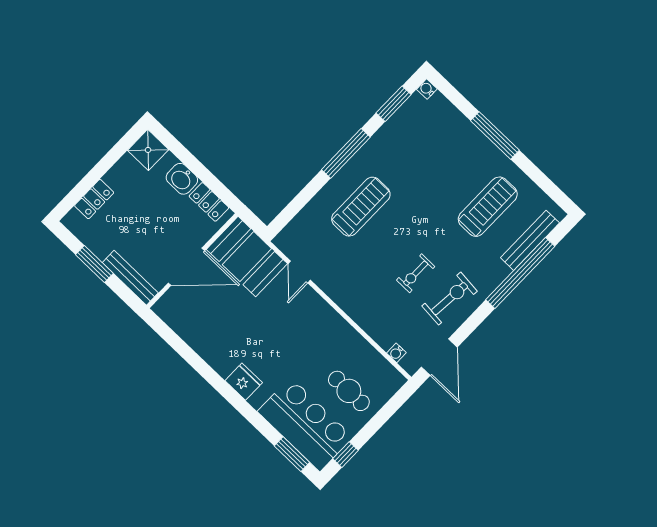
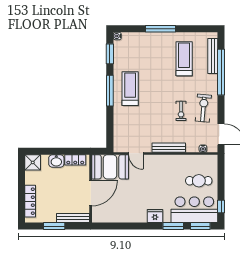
locker: (94, 199) -> (30, 201), width x1.53
treadmill: (361, 207) -> (130, 89), moved
bench: (351, 307) -> (169, 148), added
window: (255, 419) -> (173, 226), added

